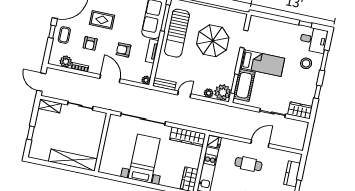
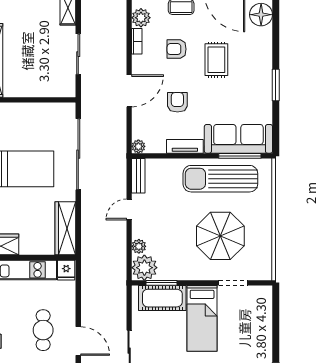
door: (184, 94) -> (129, 209), swing flipped

